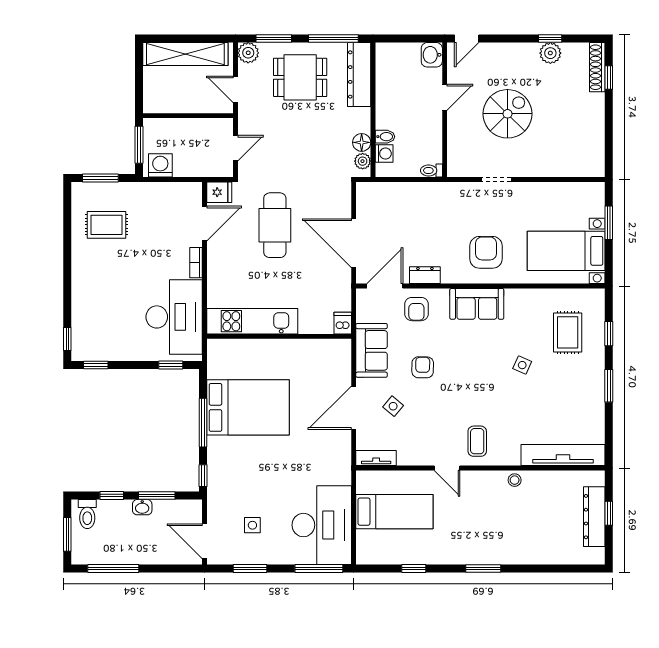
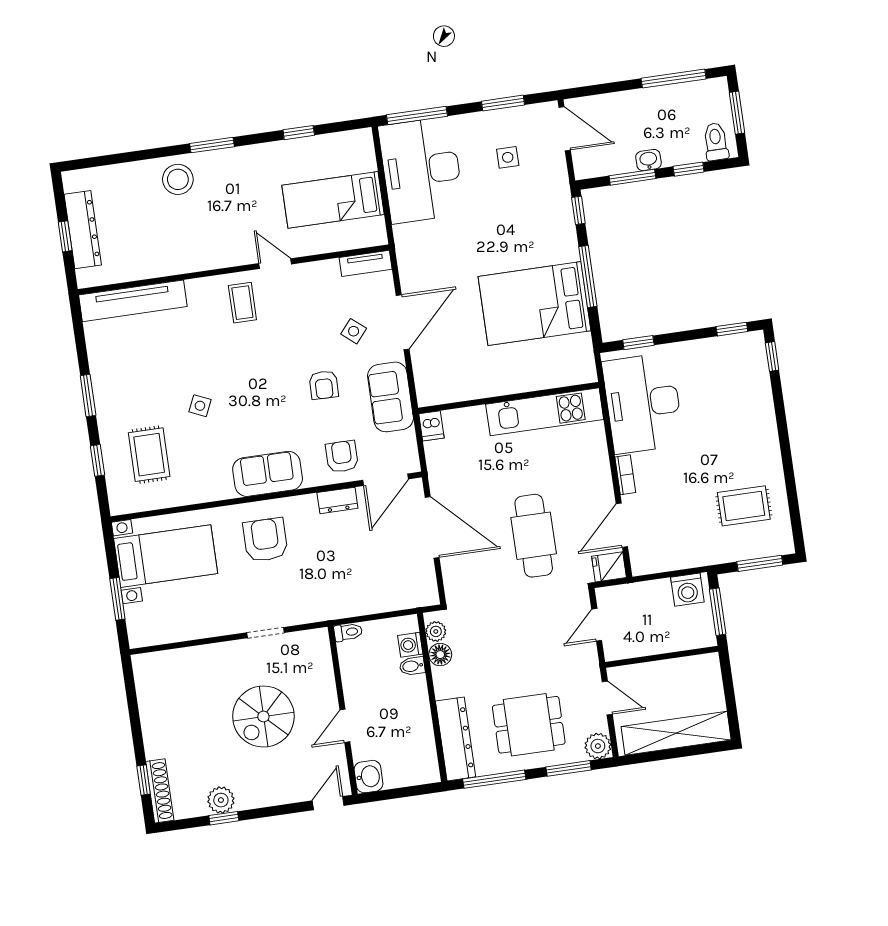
armchair: (486, 252) -> (265, 540), turned 180
stool: (515, 480) -> (178, 179), moved, width x1.89, depth x1.89

